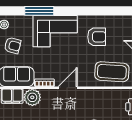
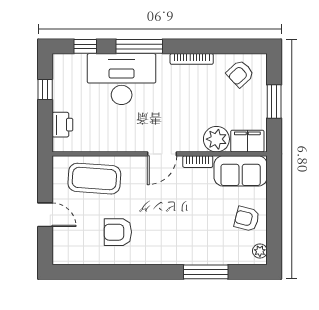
corner sofa: (55, 31) -> (181, 241), removed

